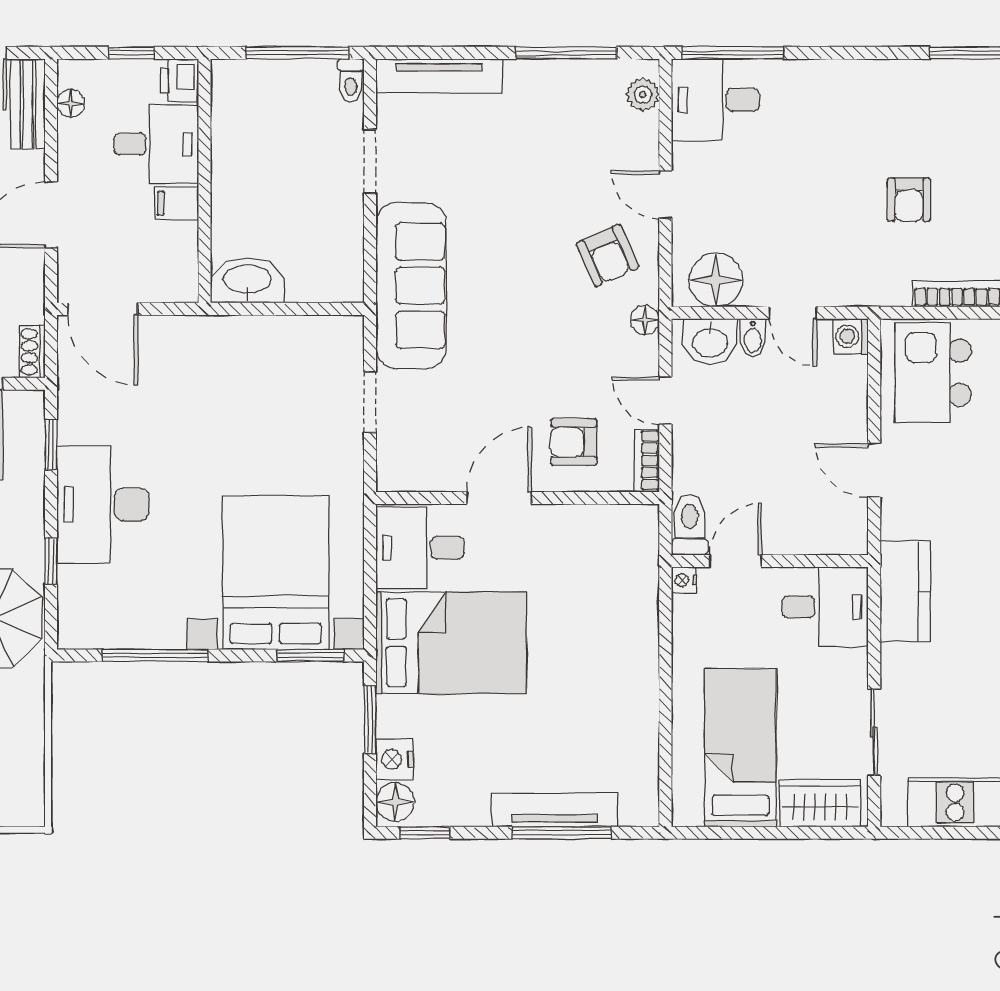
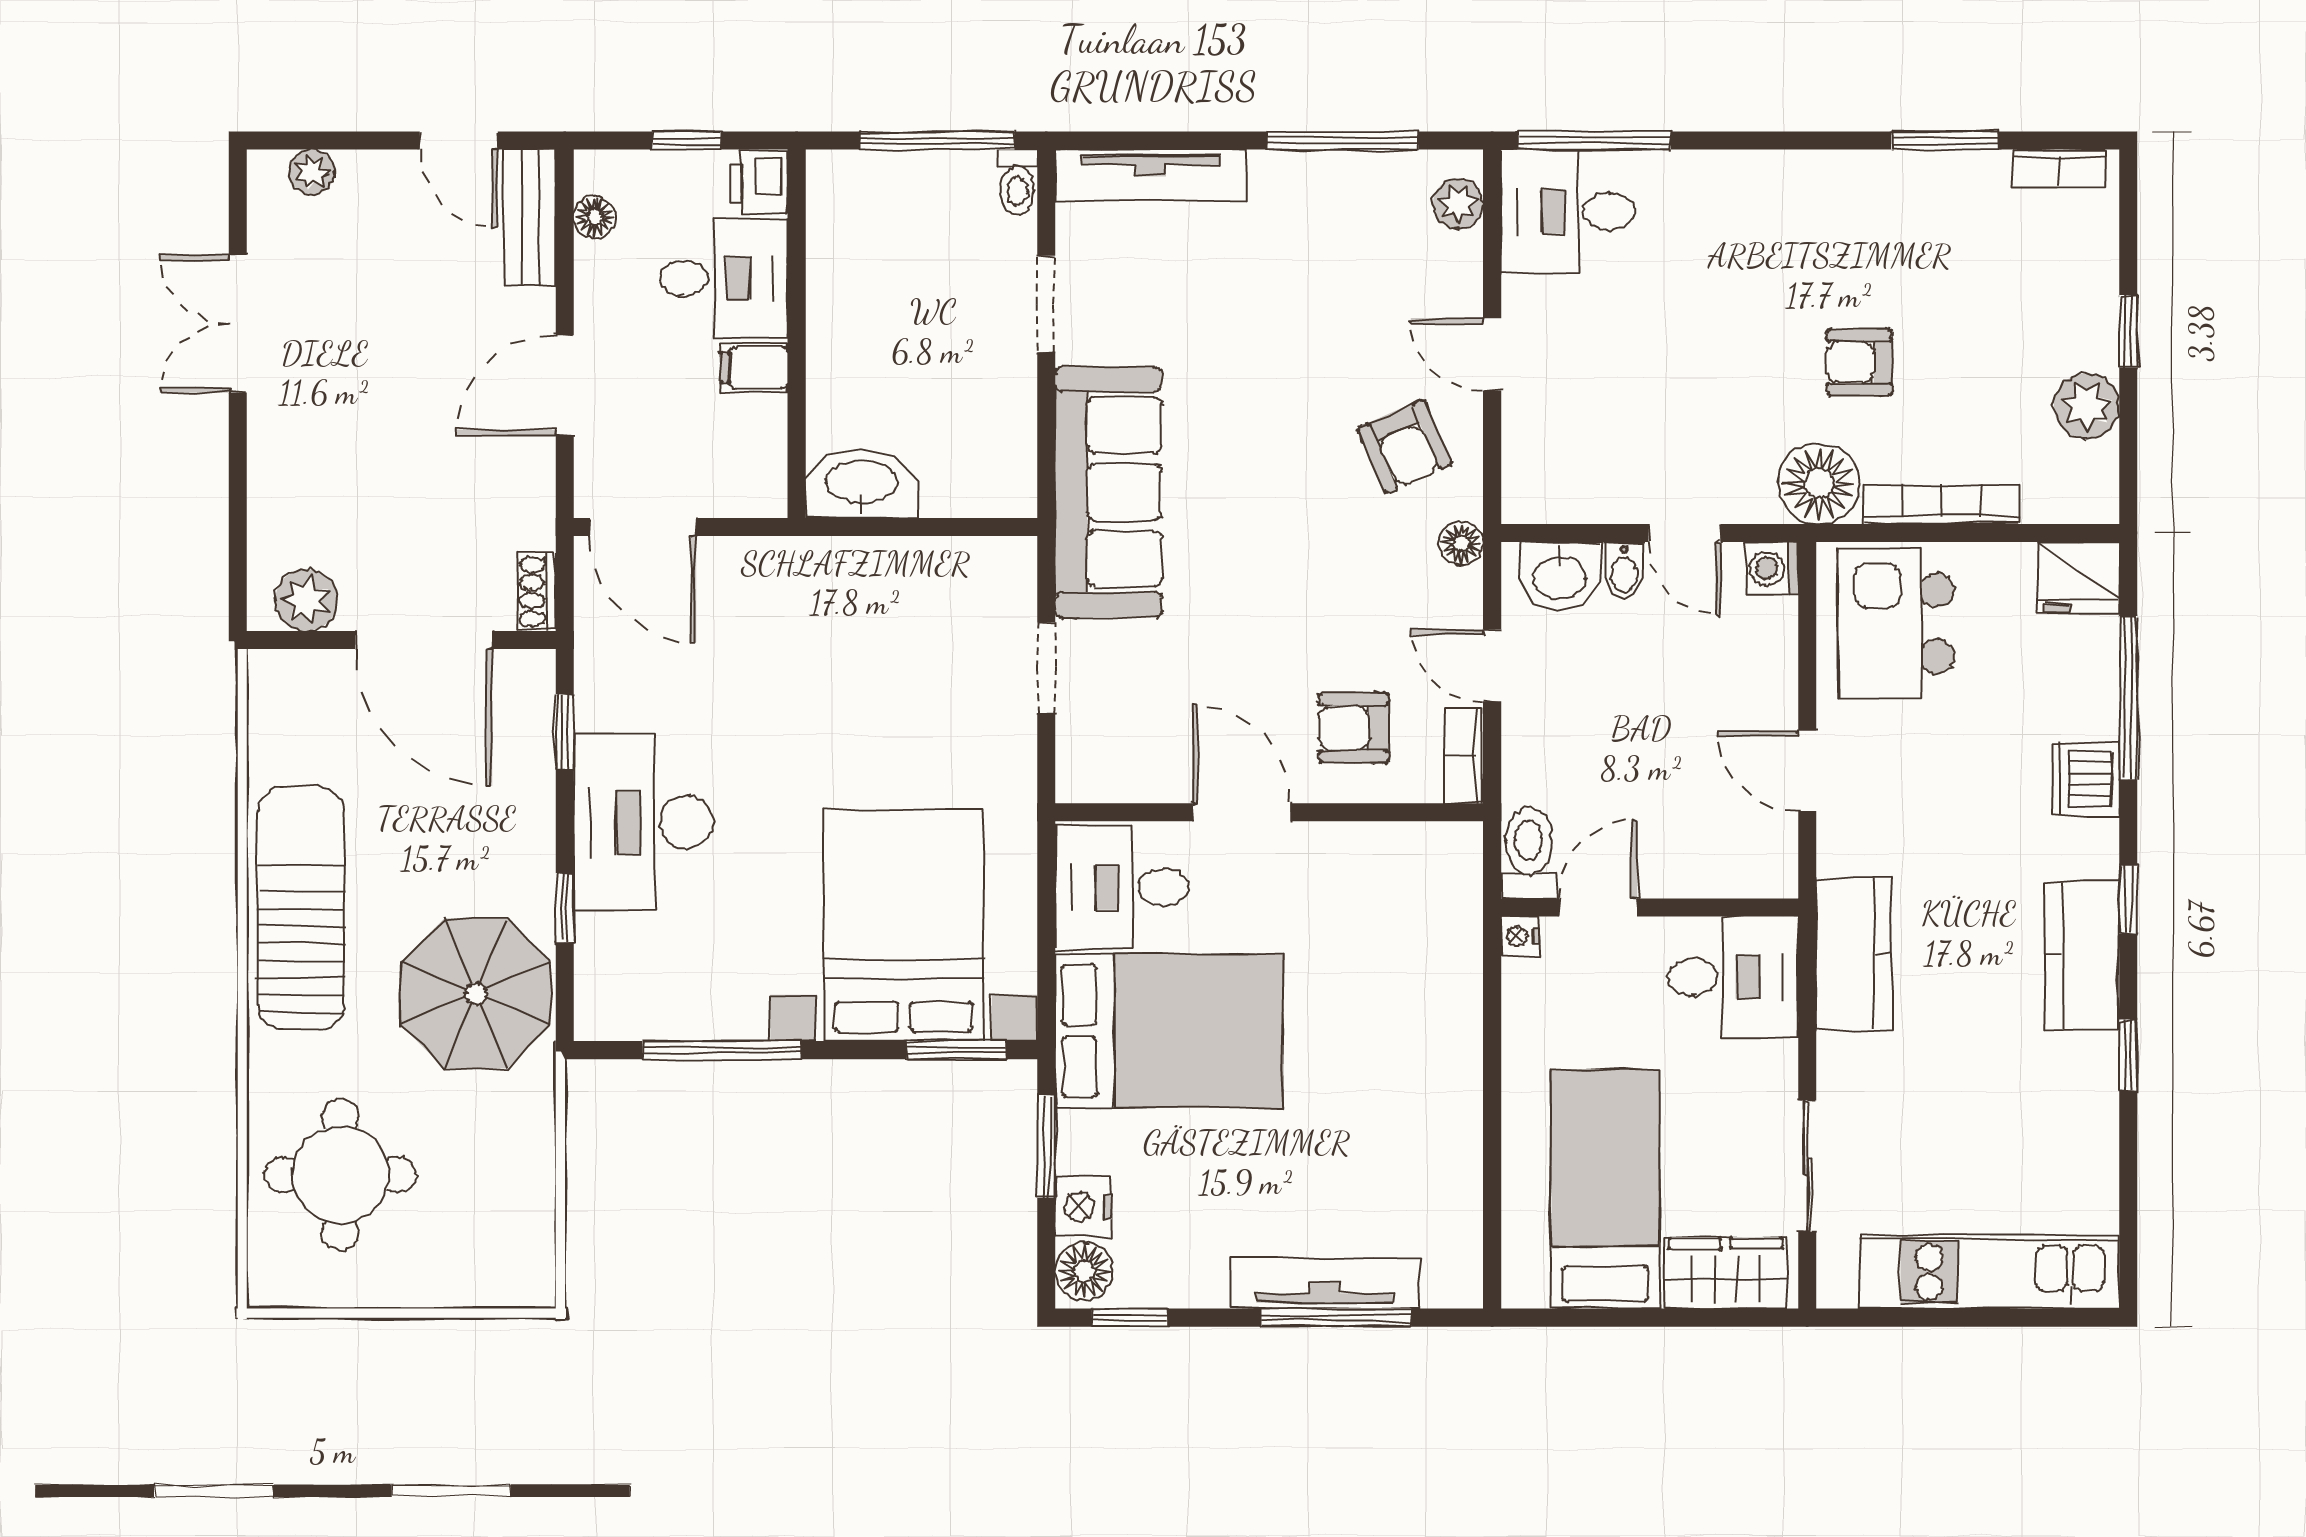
armchair: (909, 200) -> (1860, 362), turned 90
floor lamp: (716, 280) -> (1819, 483), moved
door: (499, 498) -> (1241, 812), hinge flipped

